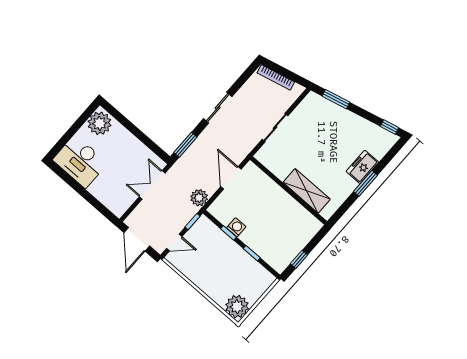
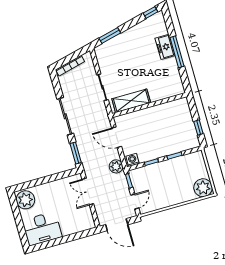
sliding door: (218, 108) -> (65, 116), width x1.37
window: (366, 183) -> (177, 52), width x1.44
shelving: (307, 191) -> (131, 101), moved
washing machine: (236, 227) -> (132, 160), moved

